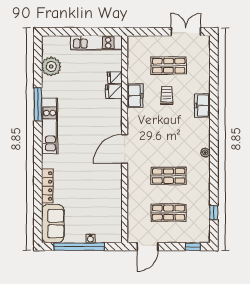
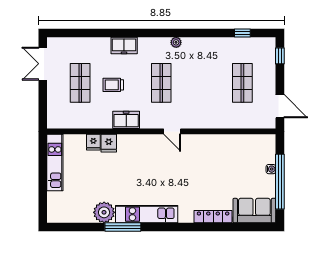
plant: (51, 66) -> (104, 212), moved
freezer: (135, 96) -> (126, 120), moved
door: (125, 149) -> (172, 131), width x0.53
shop shelf: (169, 176) -> (161, 83), moved

